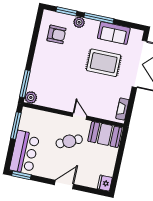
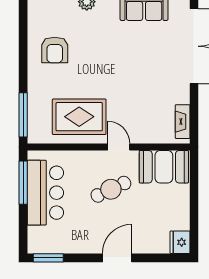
armchair: (56, 34) -> (55, 50), moved, turned 90
rug: (104, 63) -> (79, 117), moved
plant: (31, 97) -> (37, 134), removed
bar counter: (25, 152) -> (45, 193), moved

